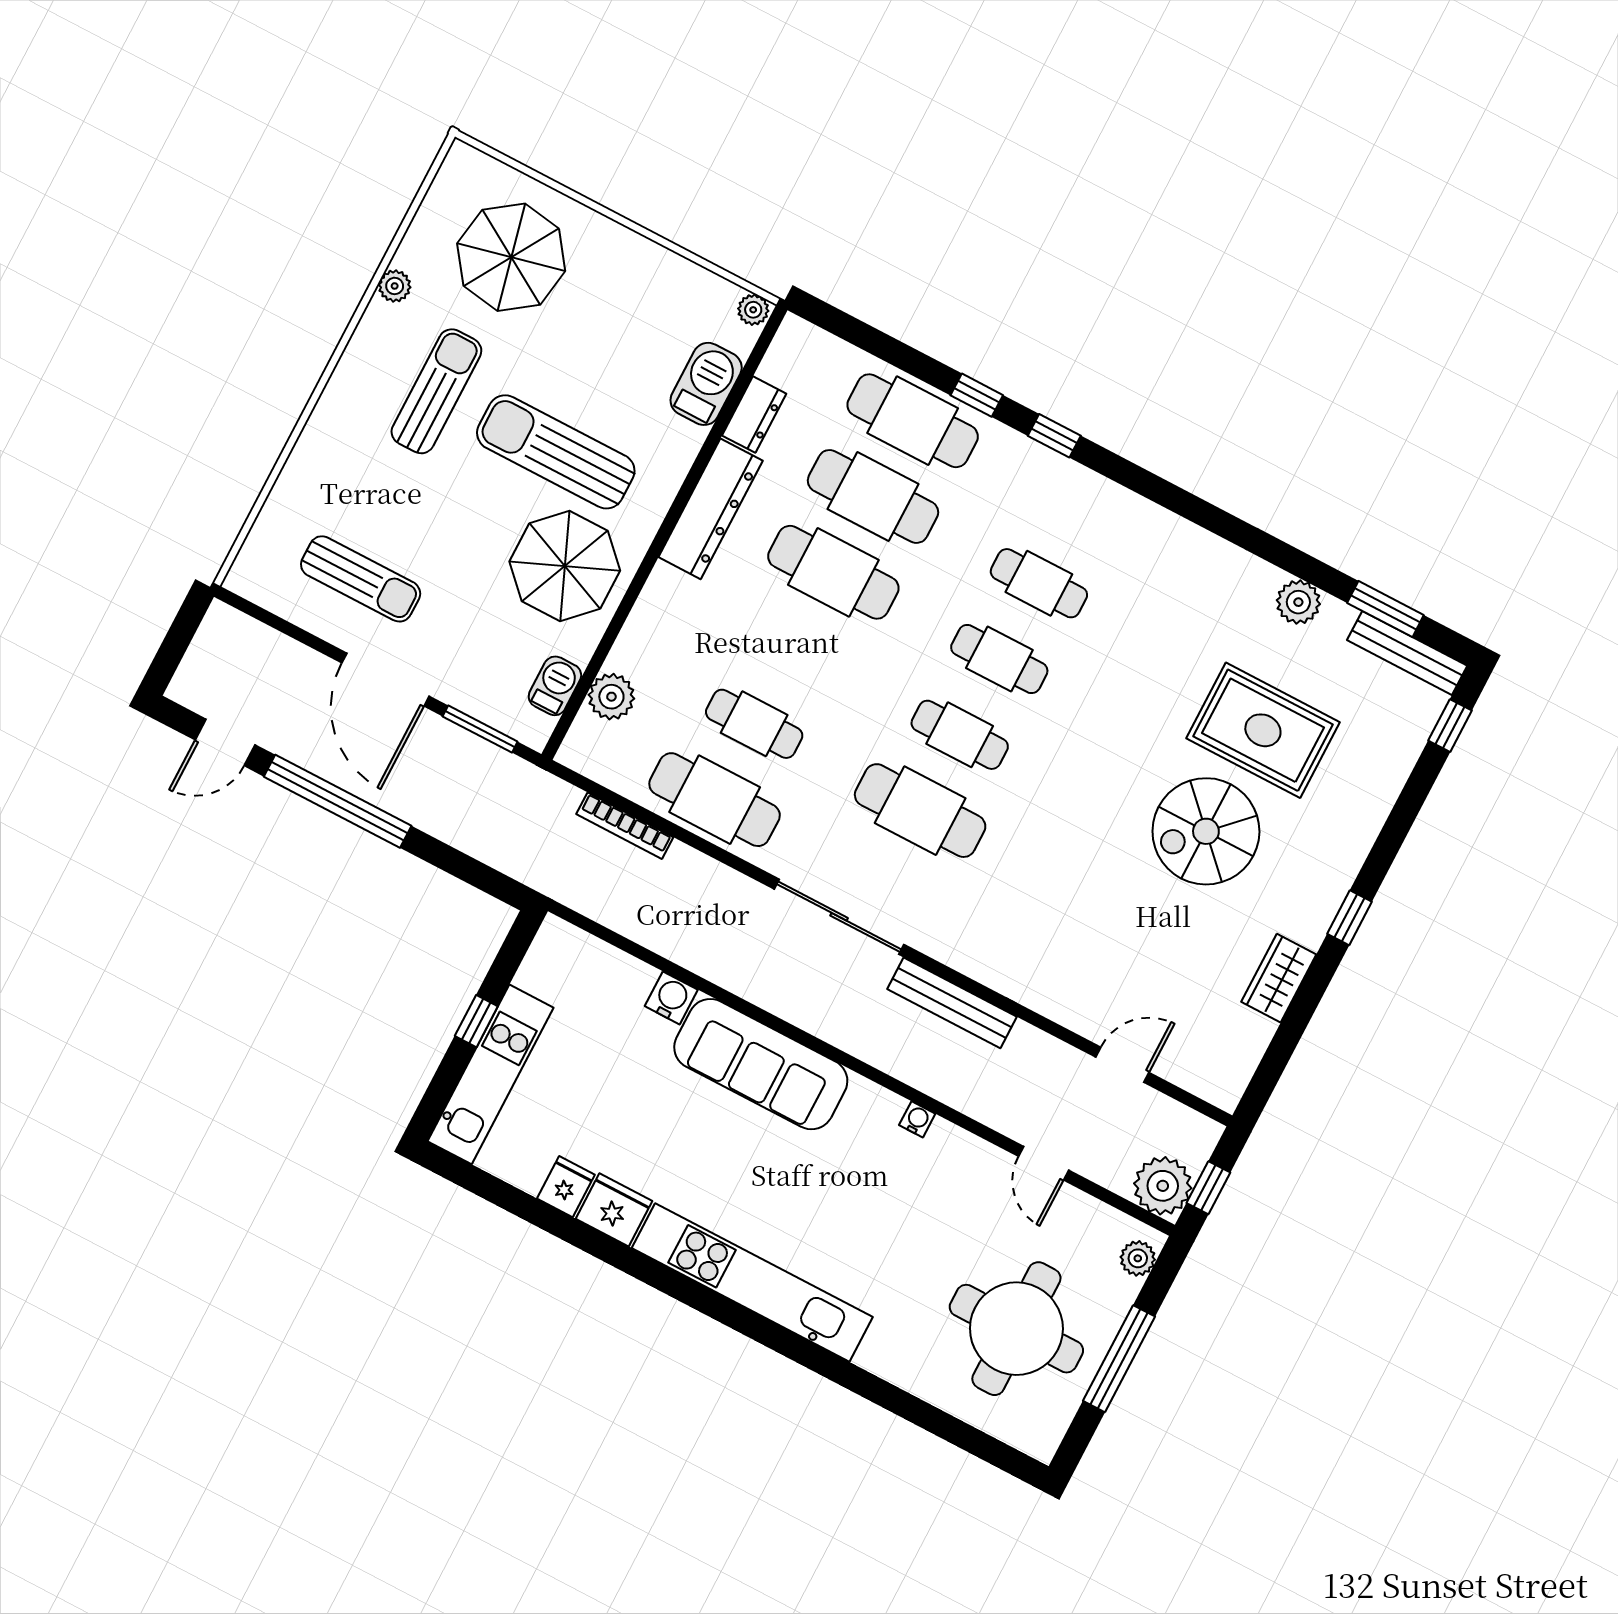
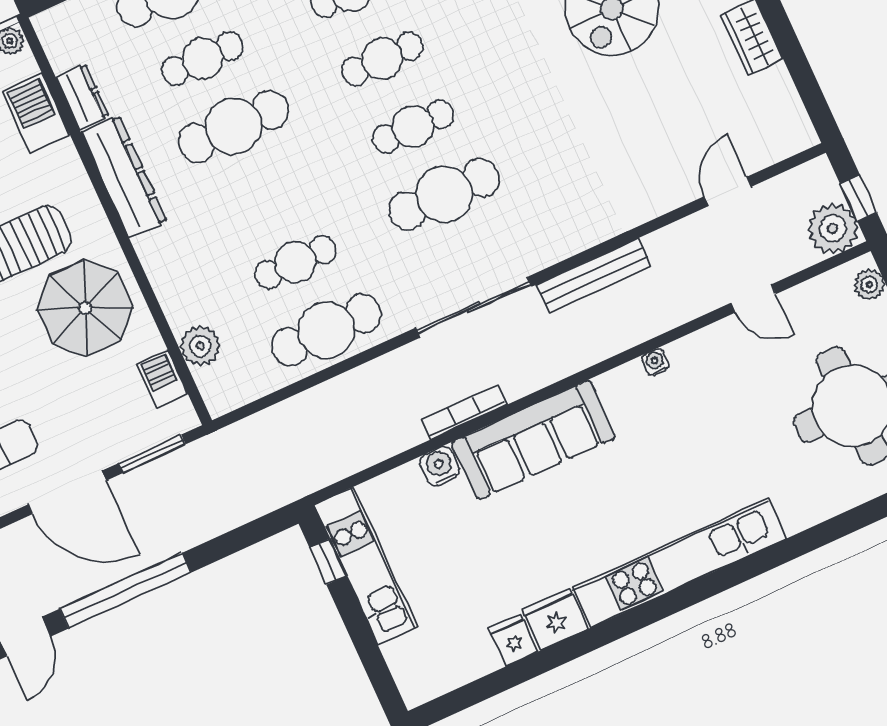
cafe table: (873, 496) -> (203, 58), width x0.73, depth x0.74
bookcase: (625, 826) -> (464, 412), moved, turned 180
window: (476, 1021) -> (328, 562), moved
kitchen unit: (491, 1074) -> (366, 566), moved

